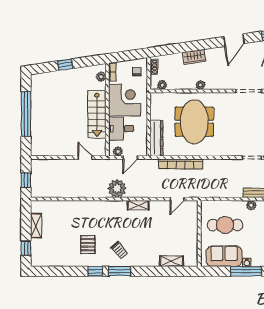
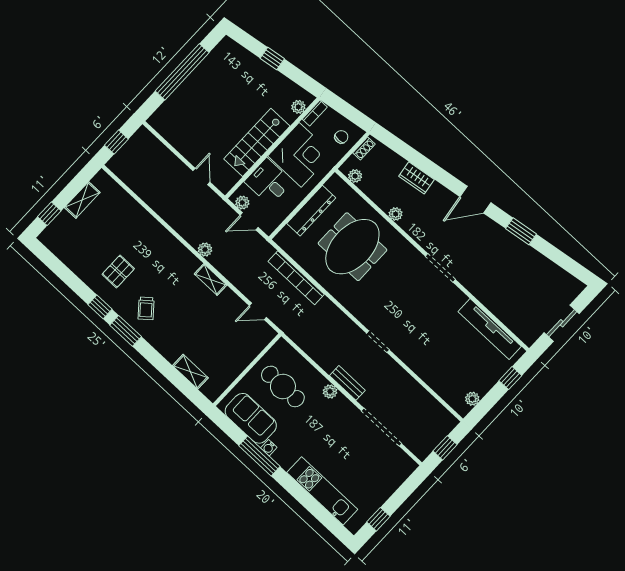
dresser: (156, 138) -> (311, 211), moved
plant: (117, 188) -> (205, 250), width x0.53, depth x0.53

